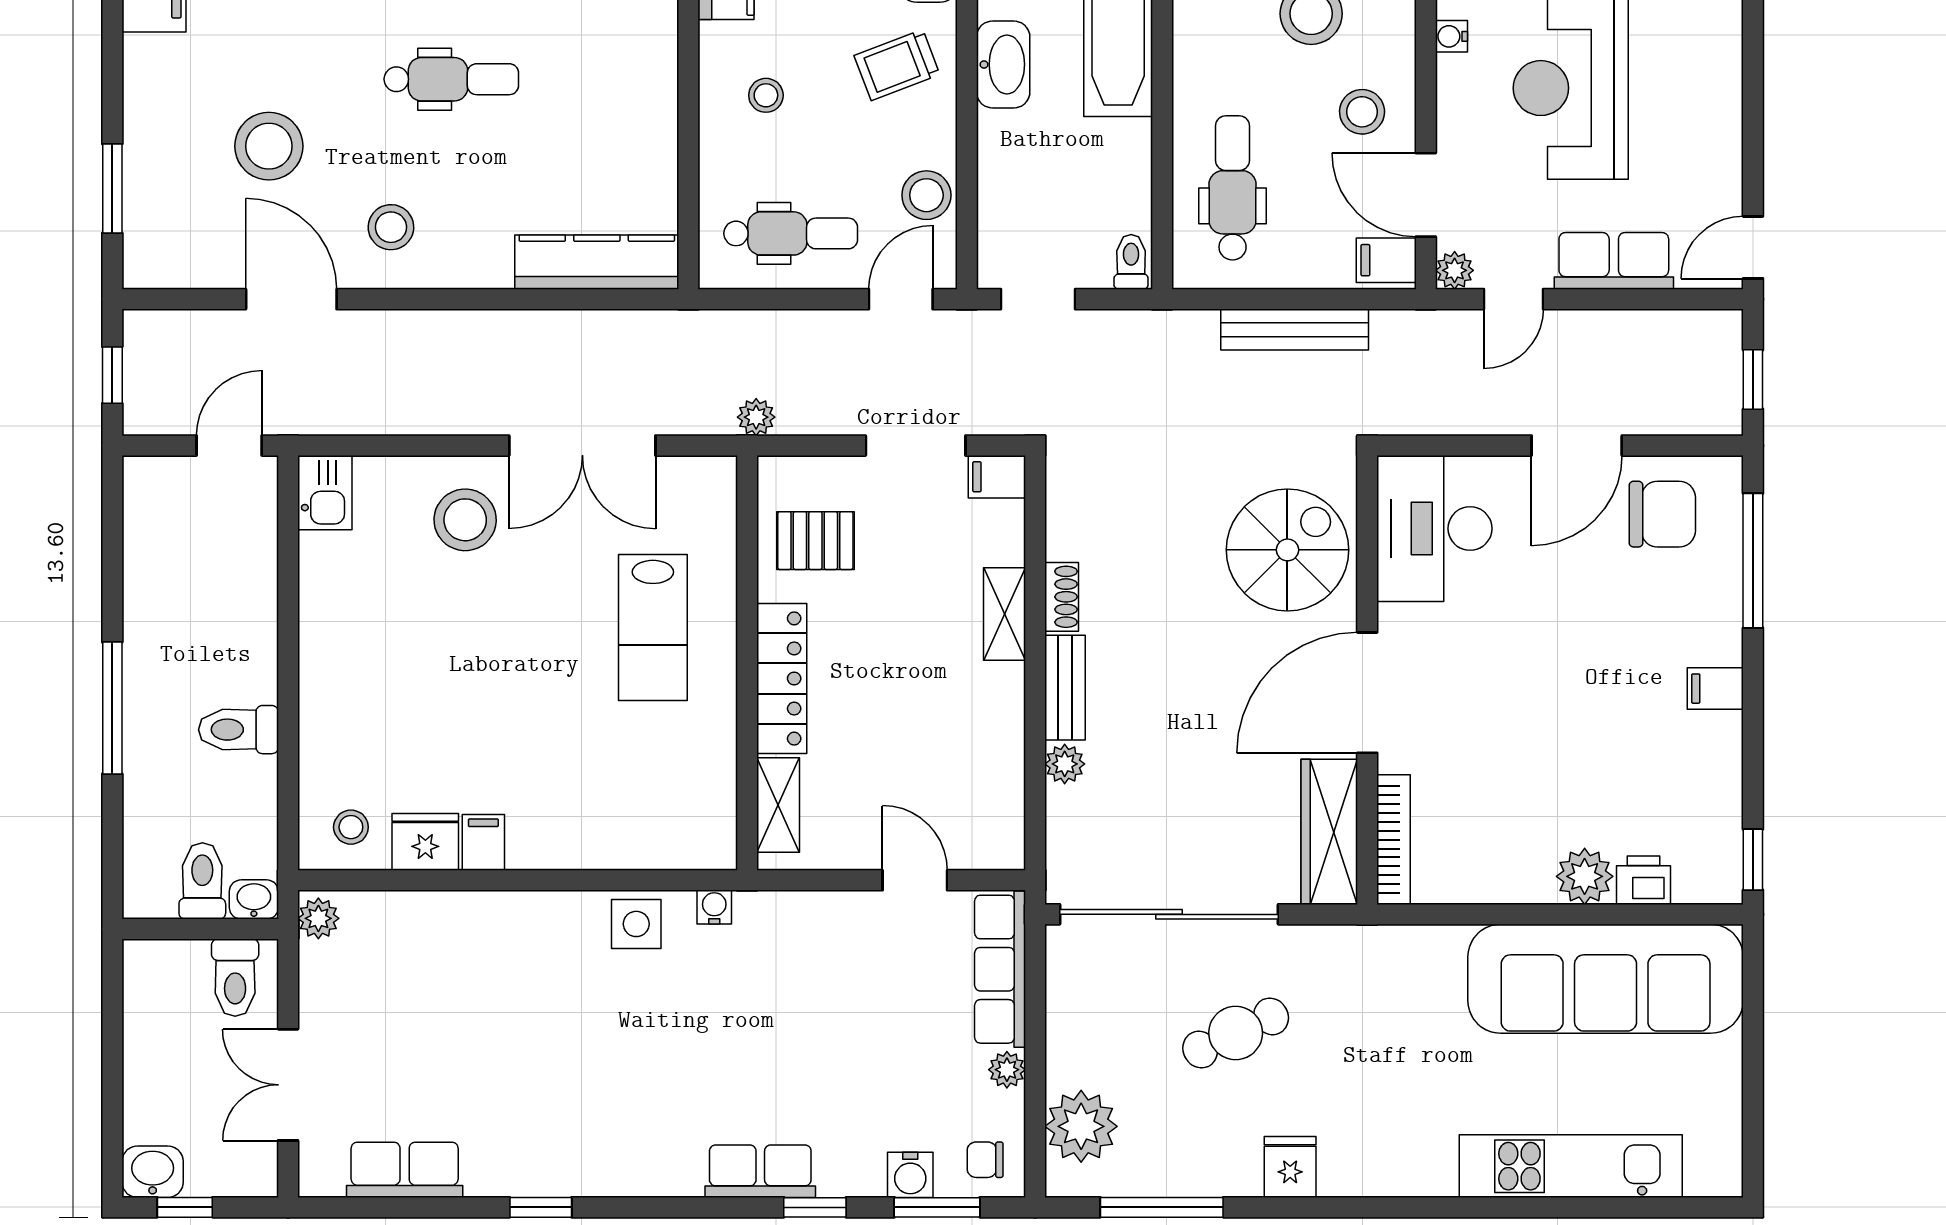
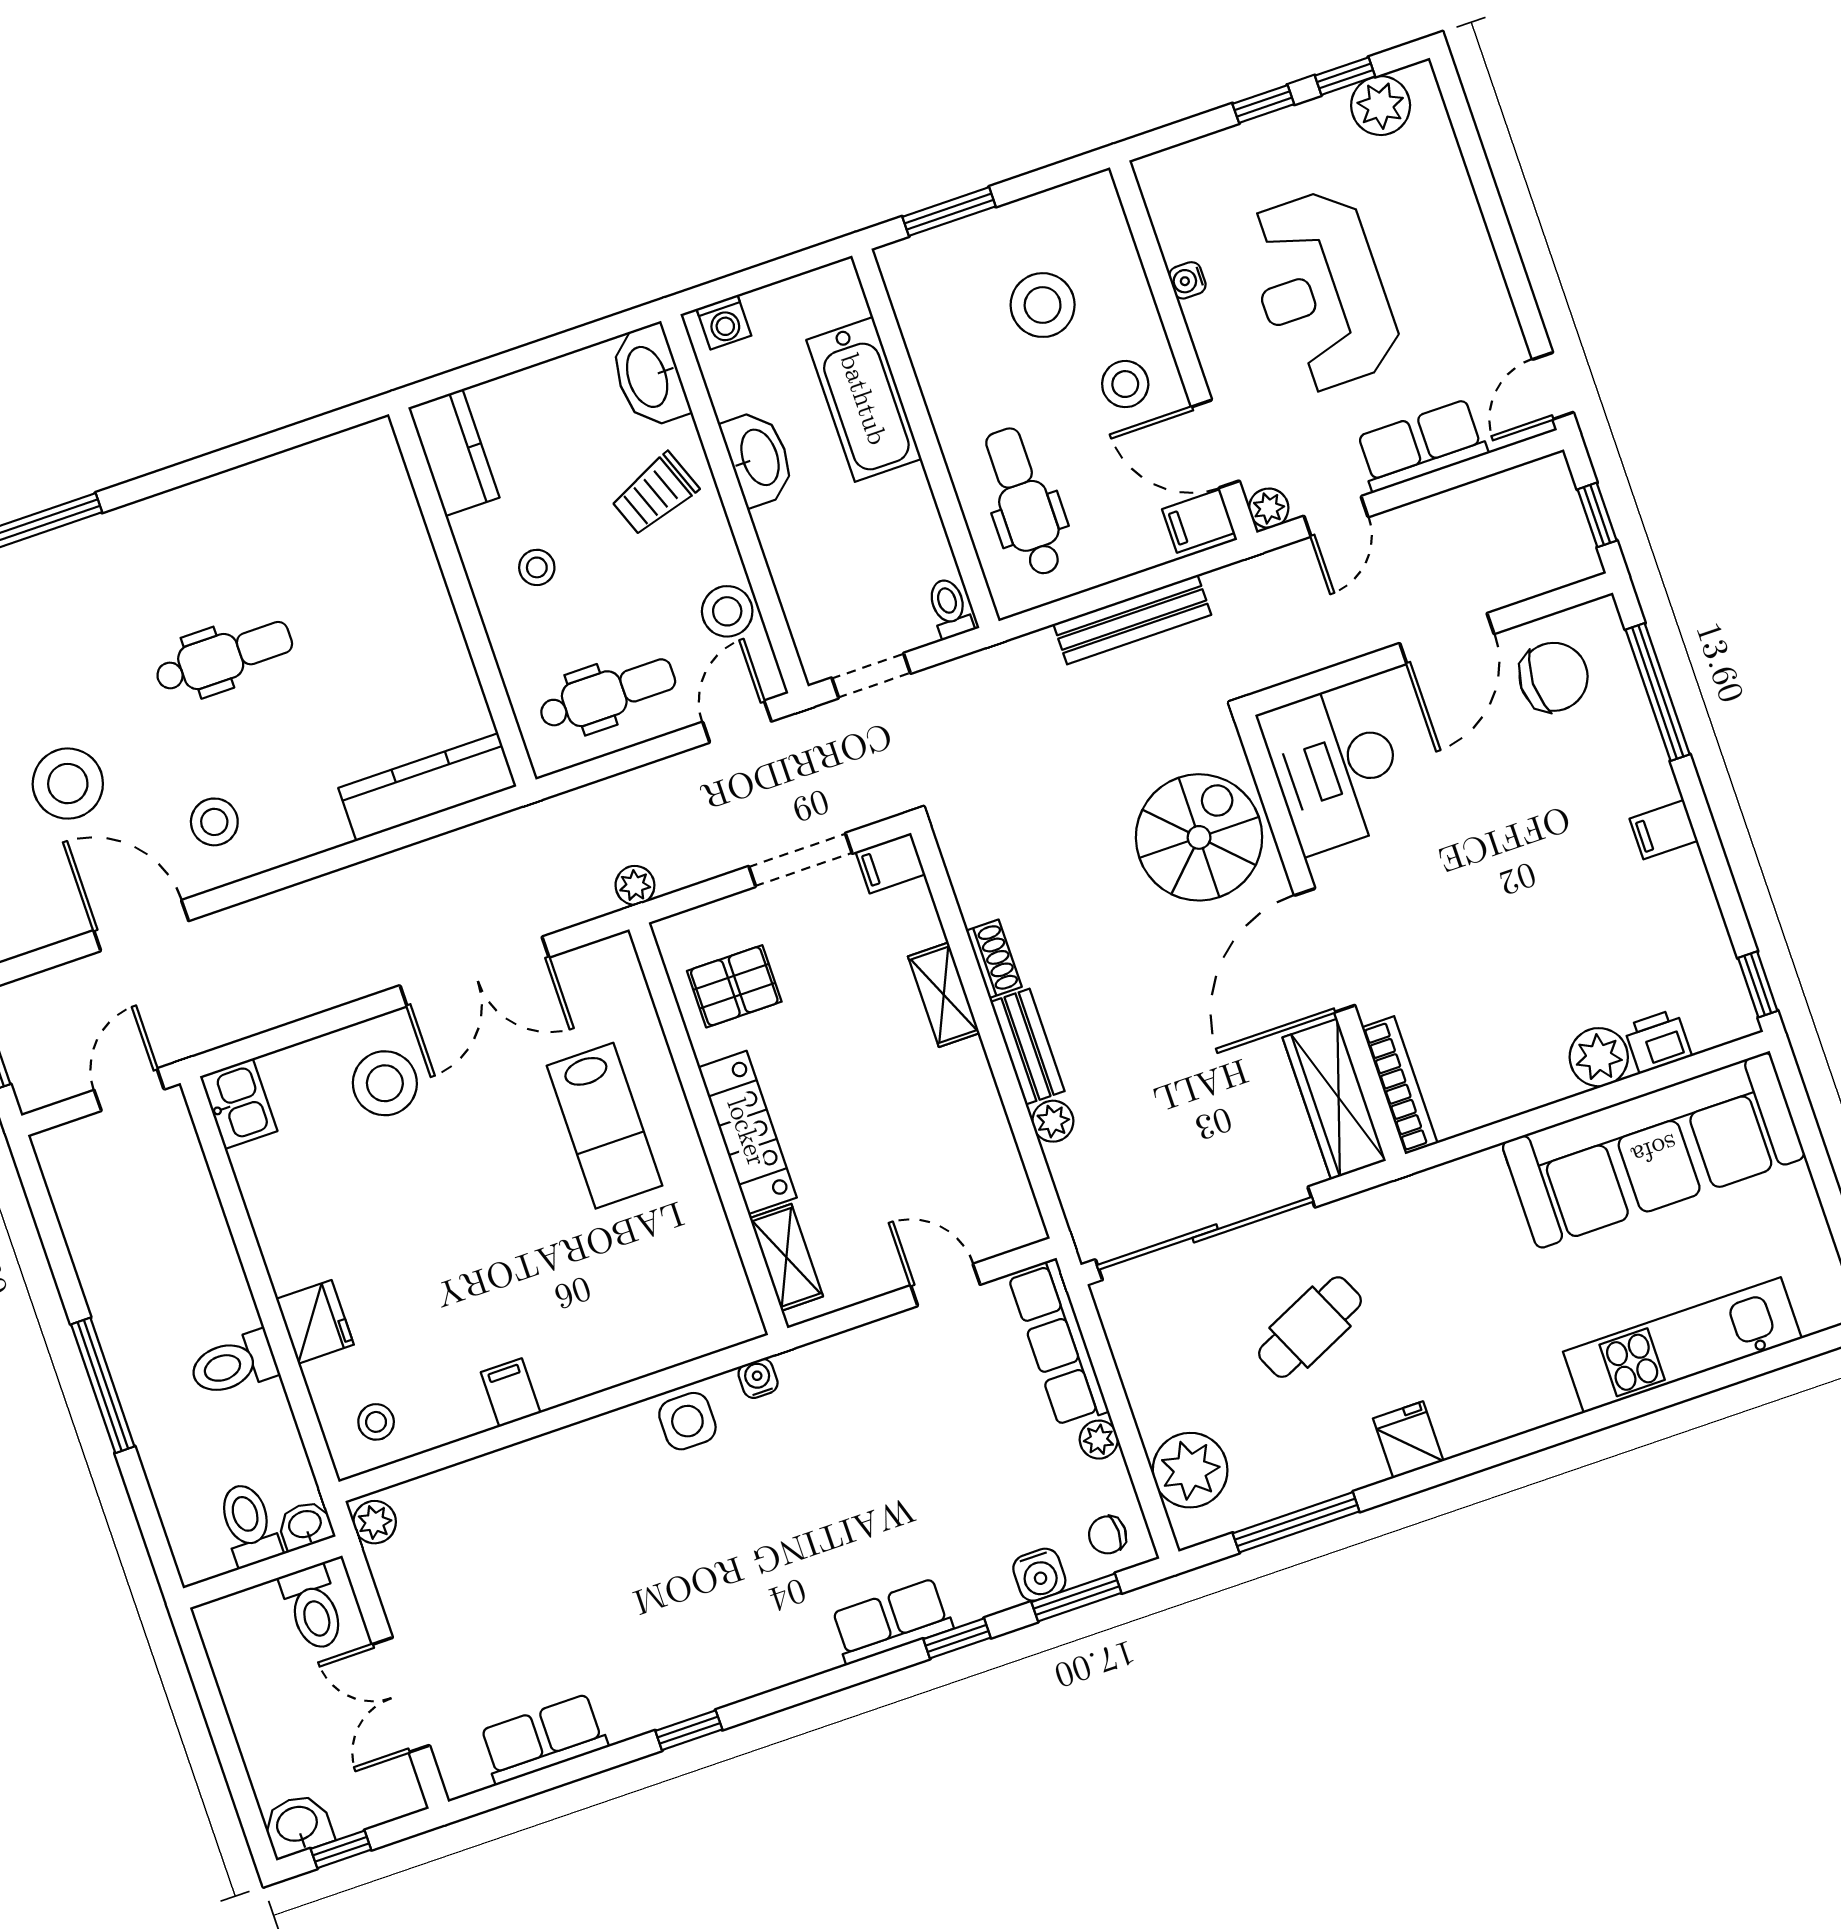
fridge: (425, 842) -> (315, 1322), moved, turned 90

